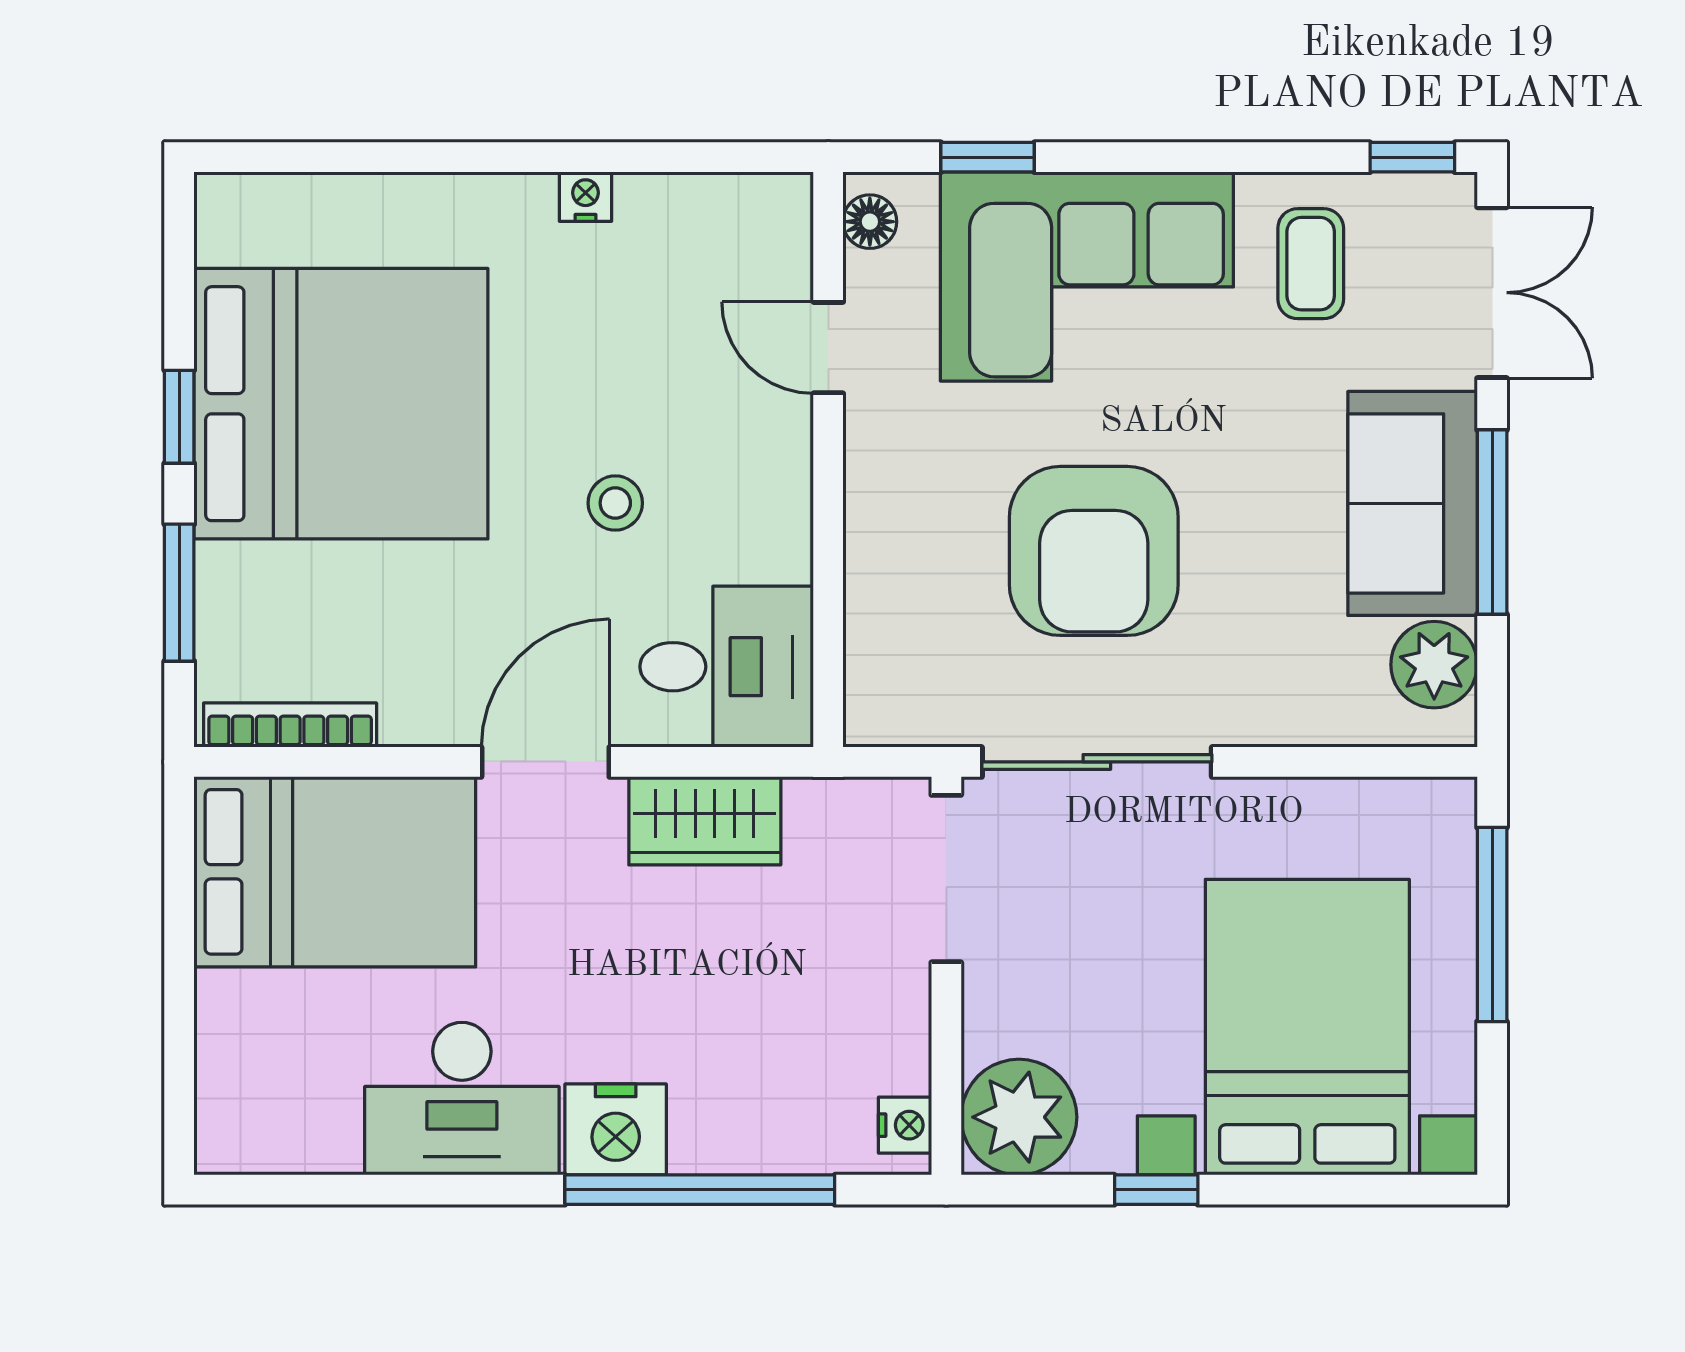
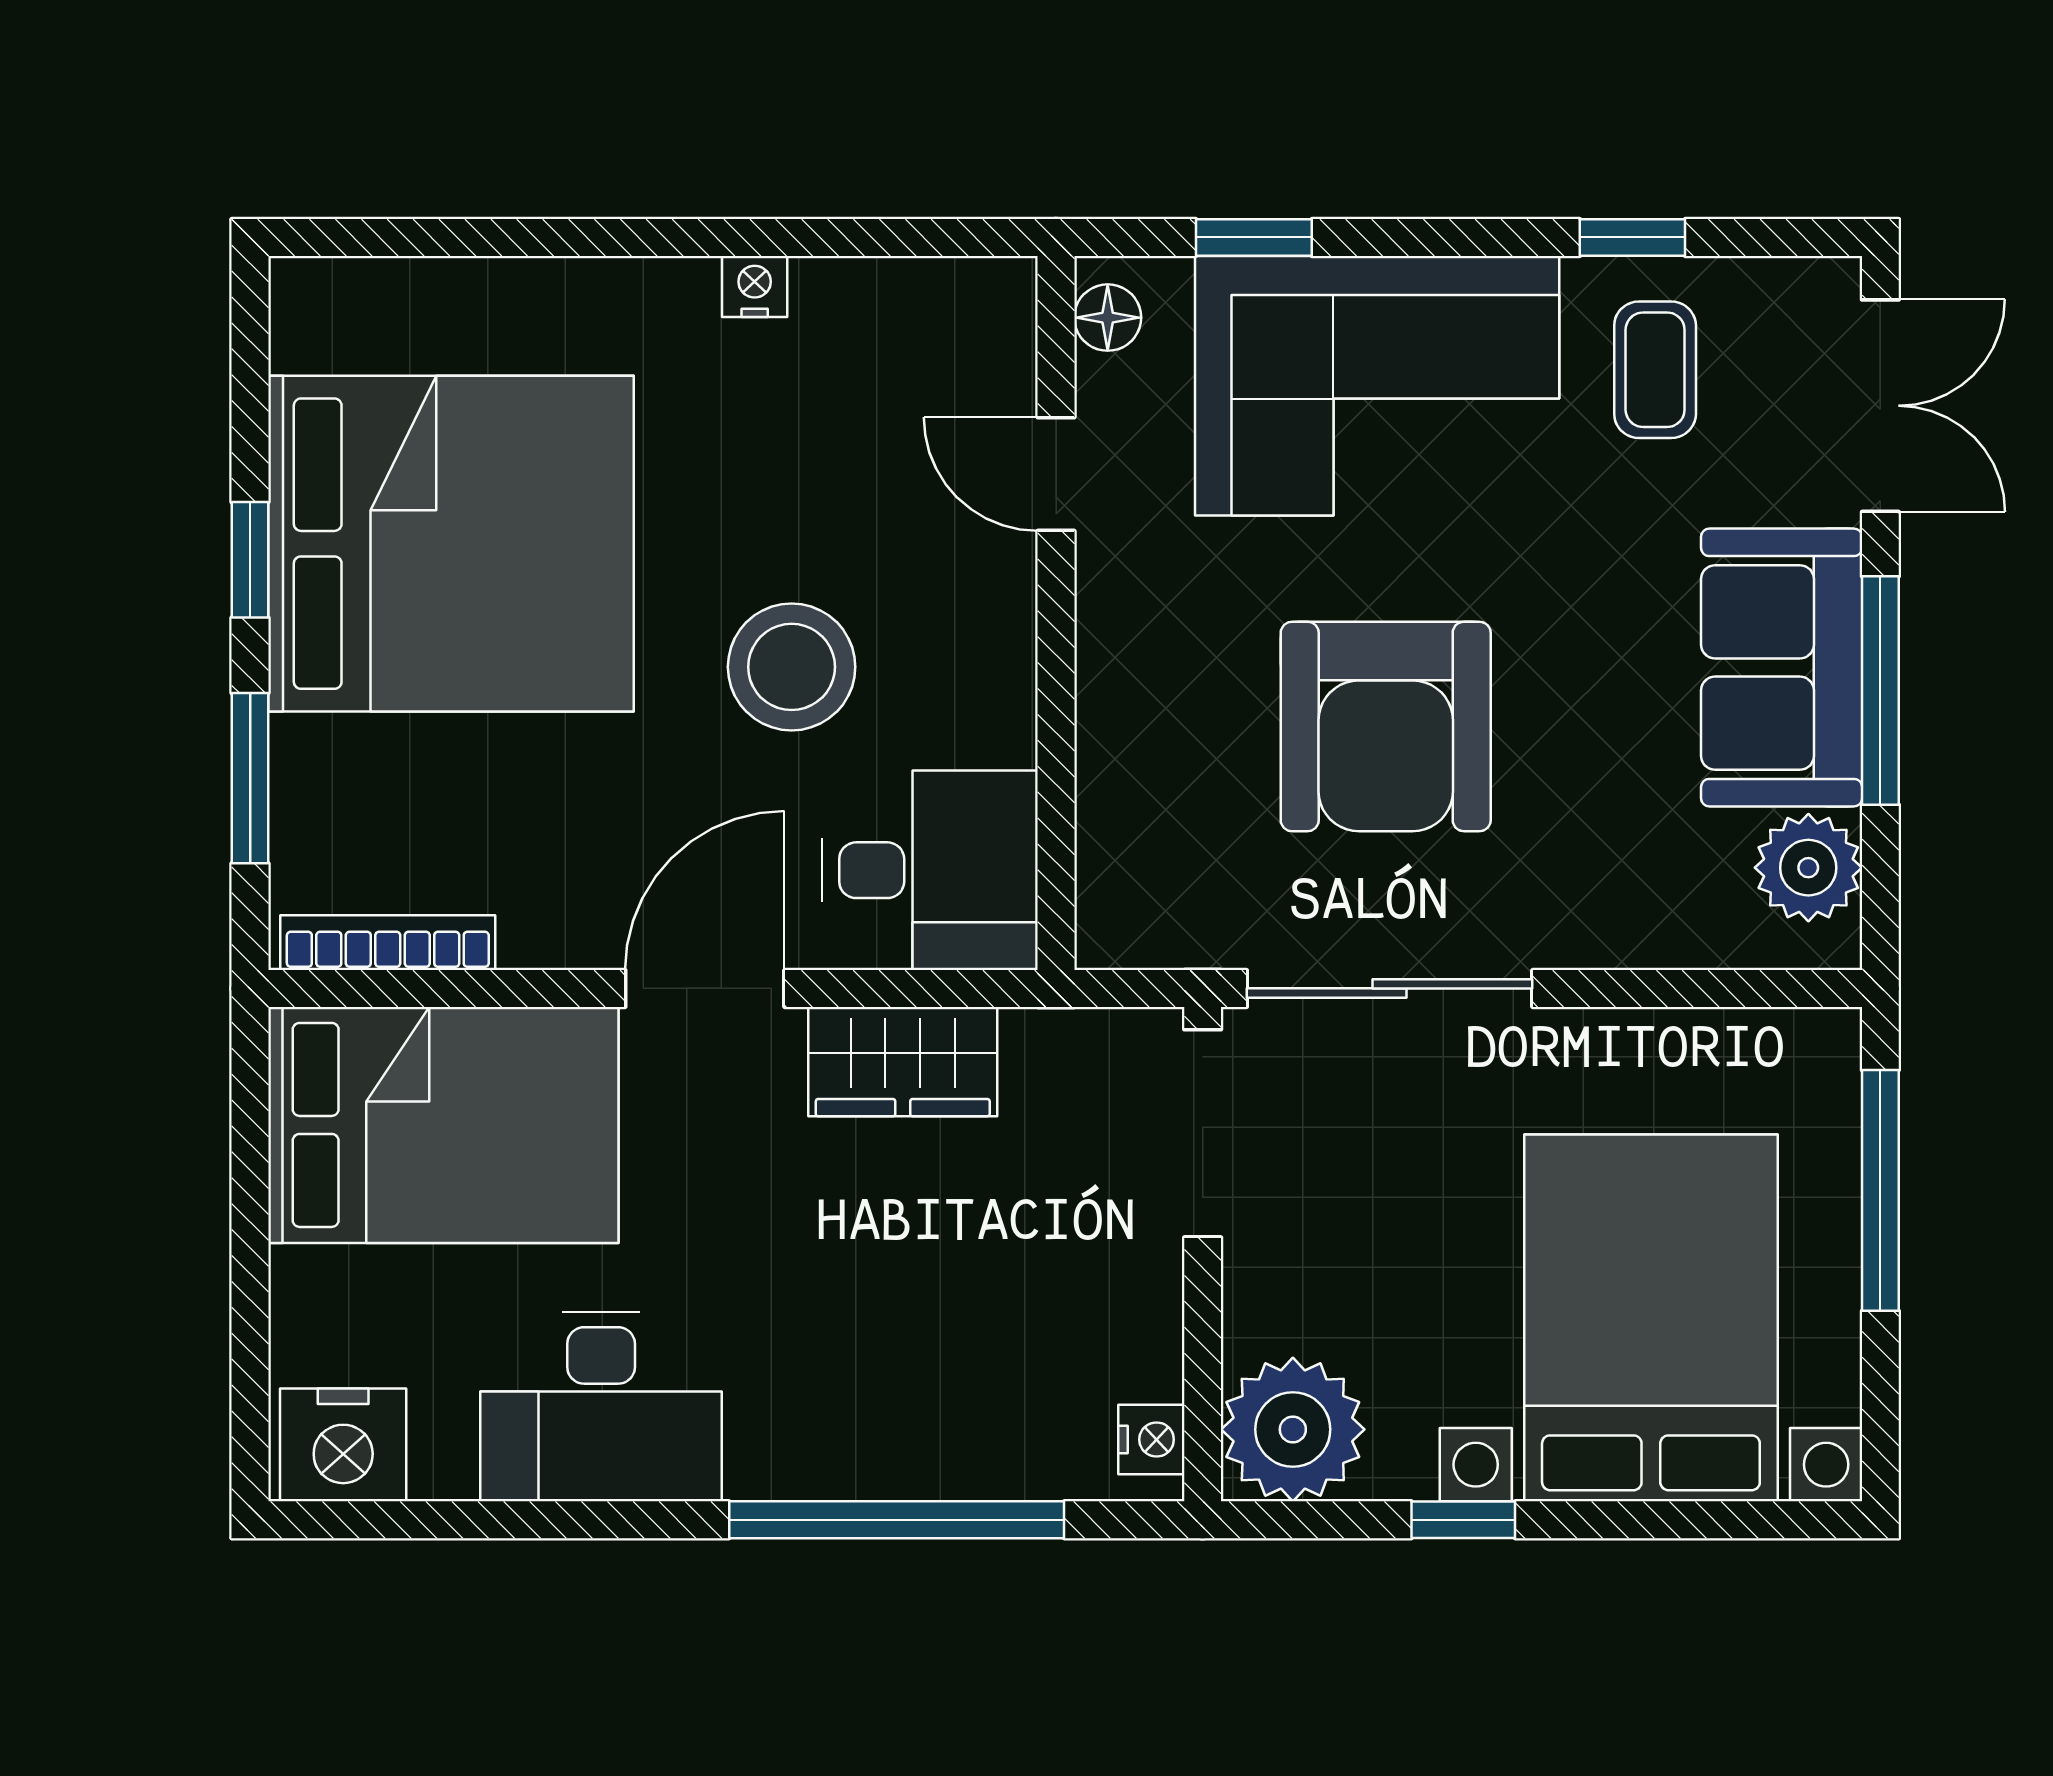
window: (1412, 157) -> (1632, 237), moved
stool: (615, 503) -> (792, 667), width x1.89, depth x1.89
nightstand: (616, 1129) -> (343, 1445), moved

